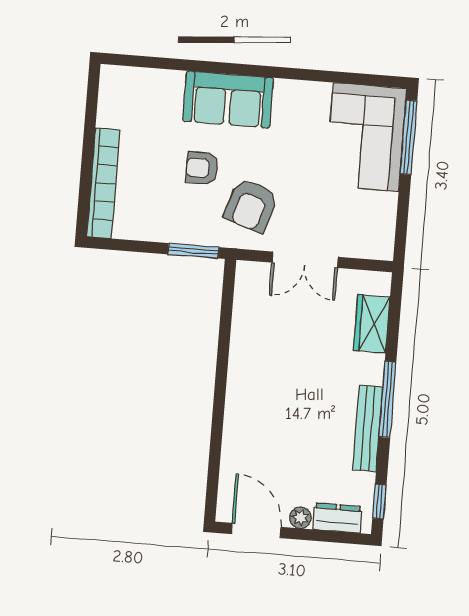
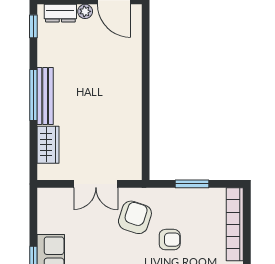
window: (193, 251) -> (192, 184), moved
double door: (305, 260) -> (96, 184), swing flipped
bench: (368, 428) -> (45, 96), moved

